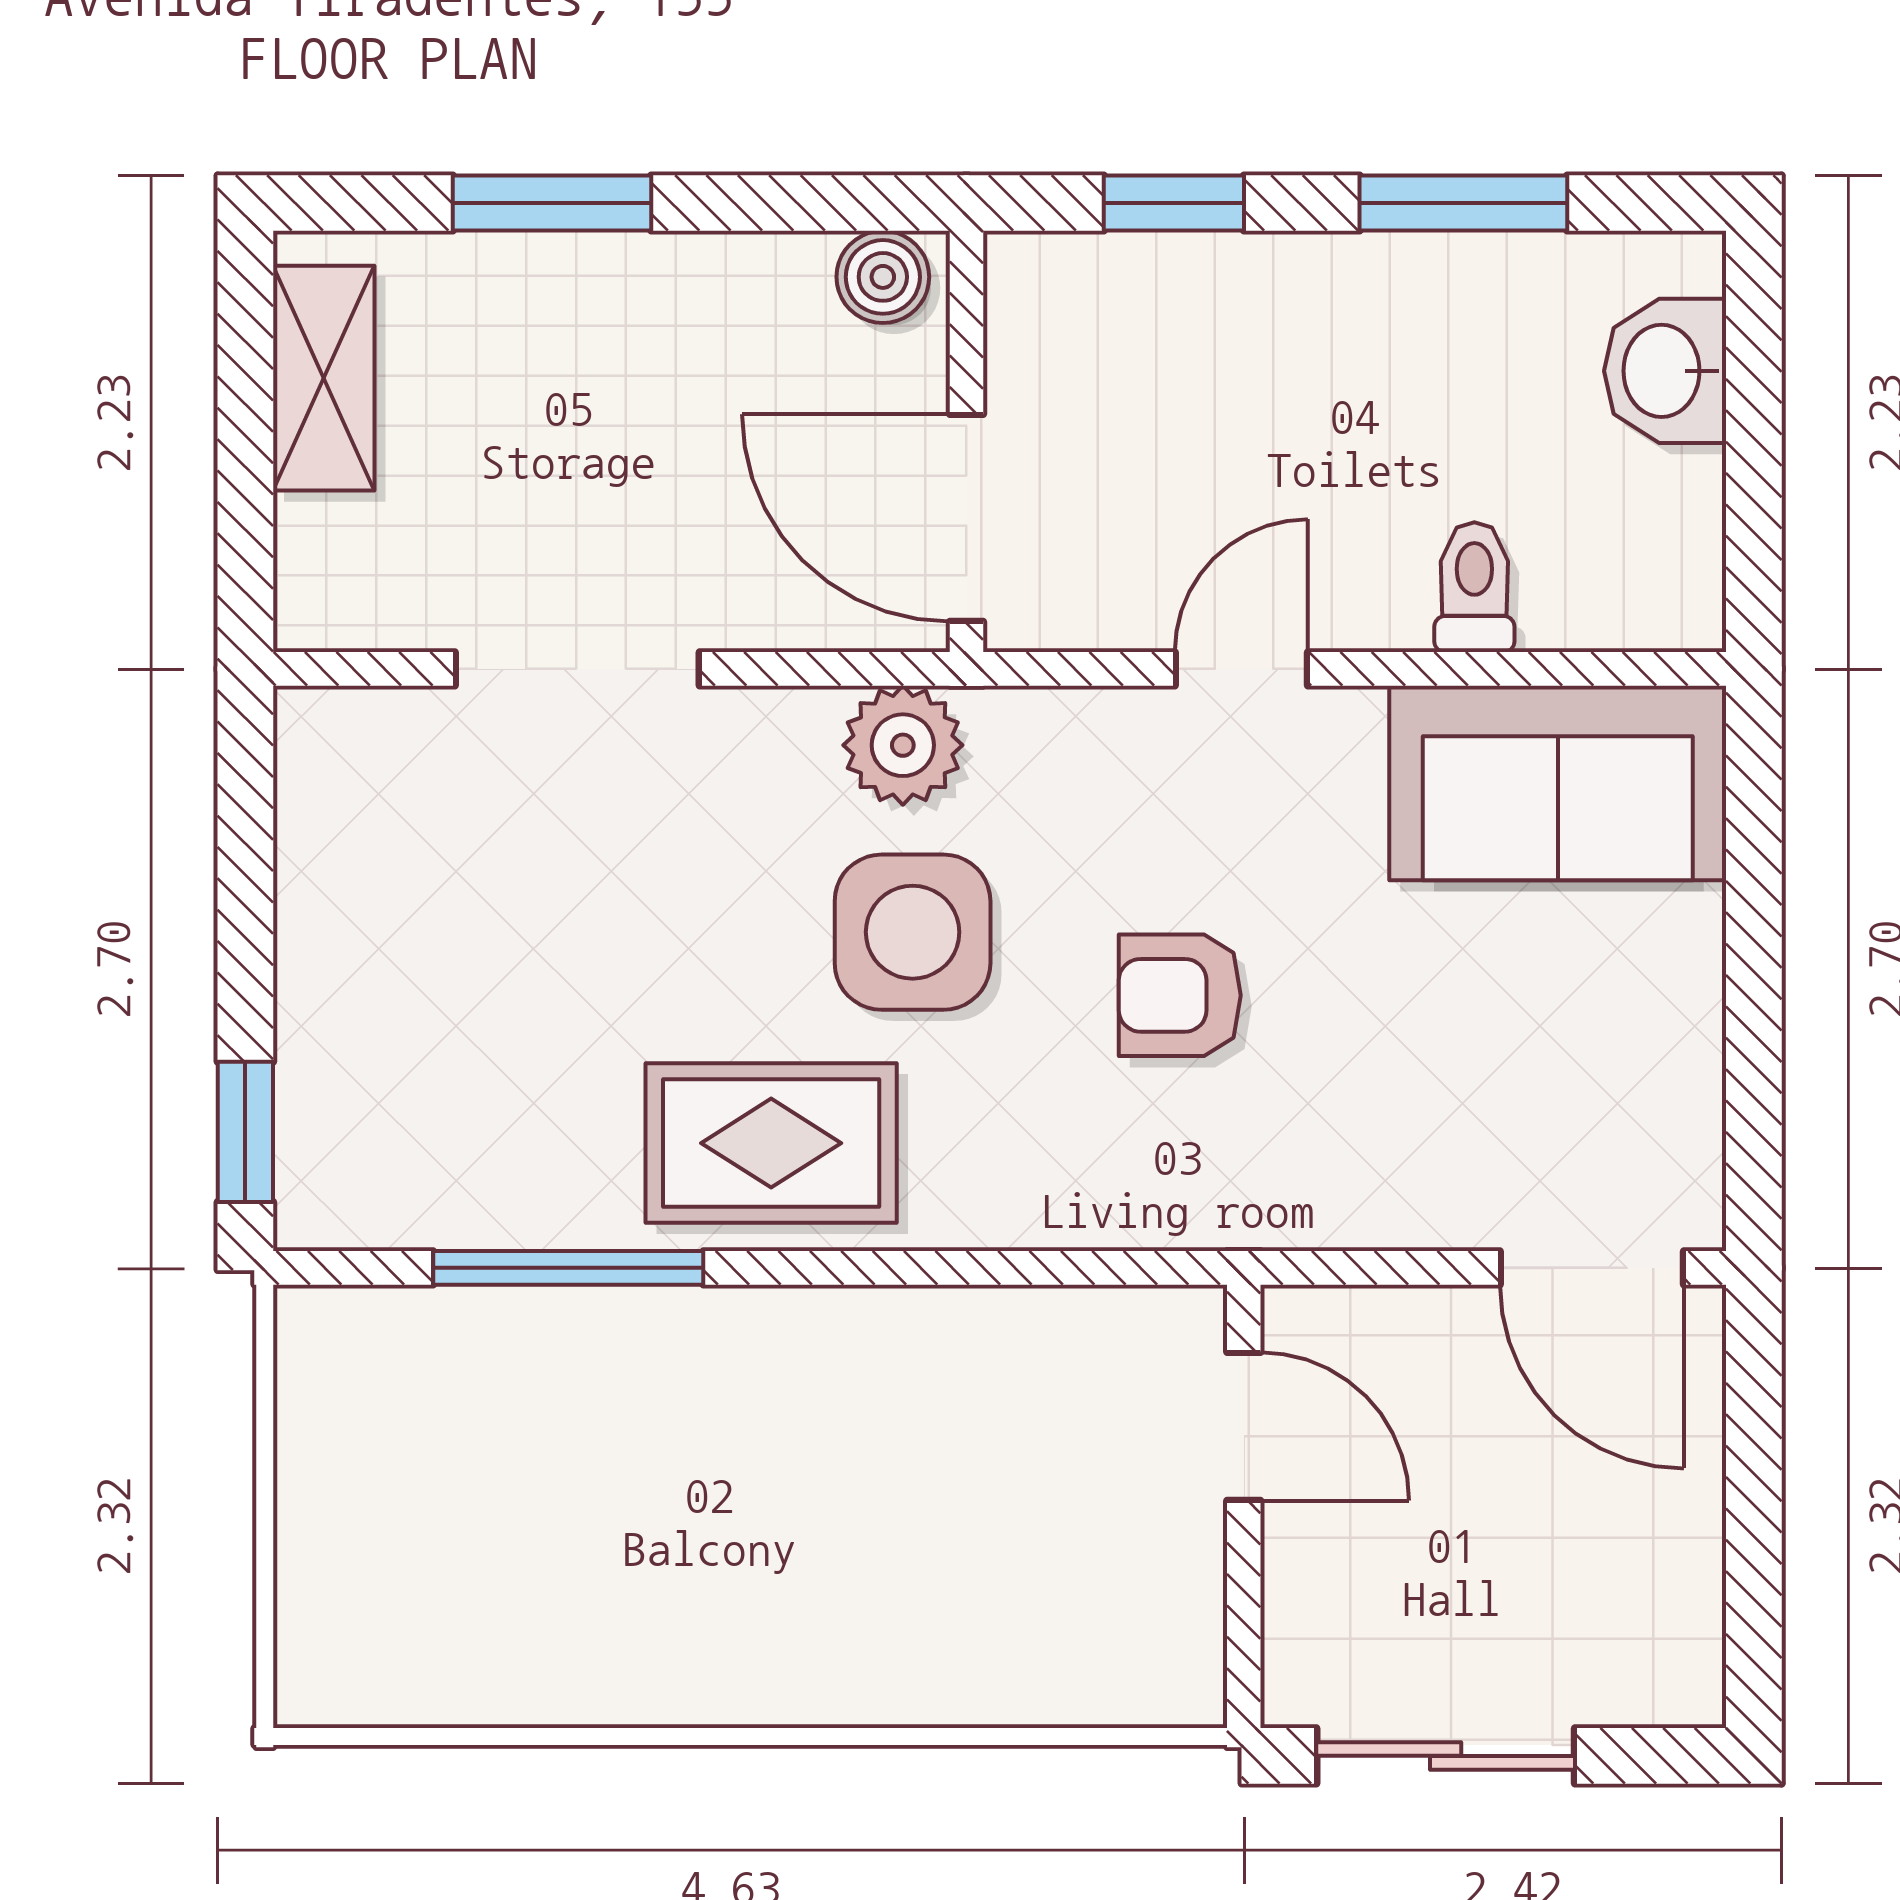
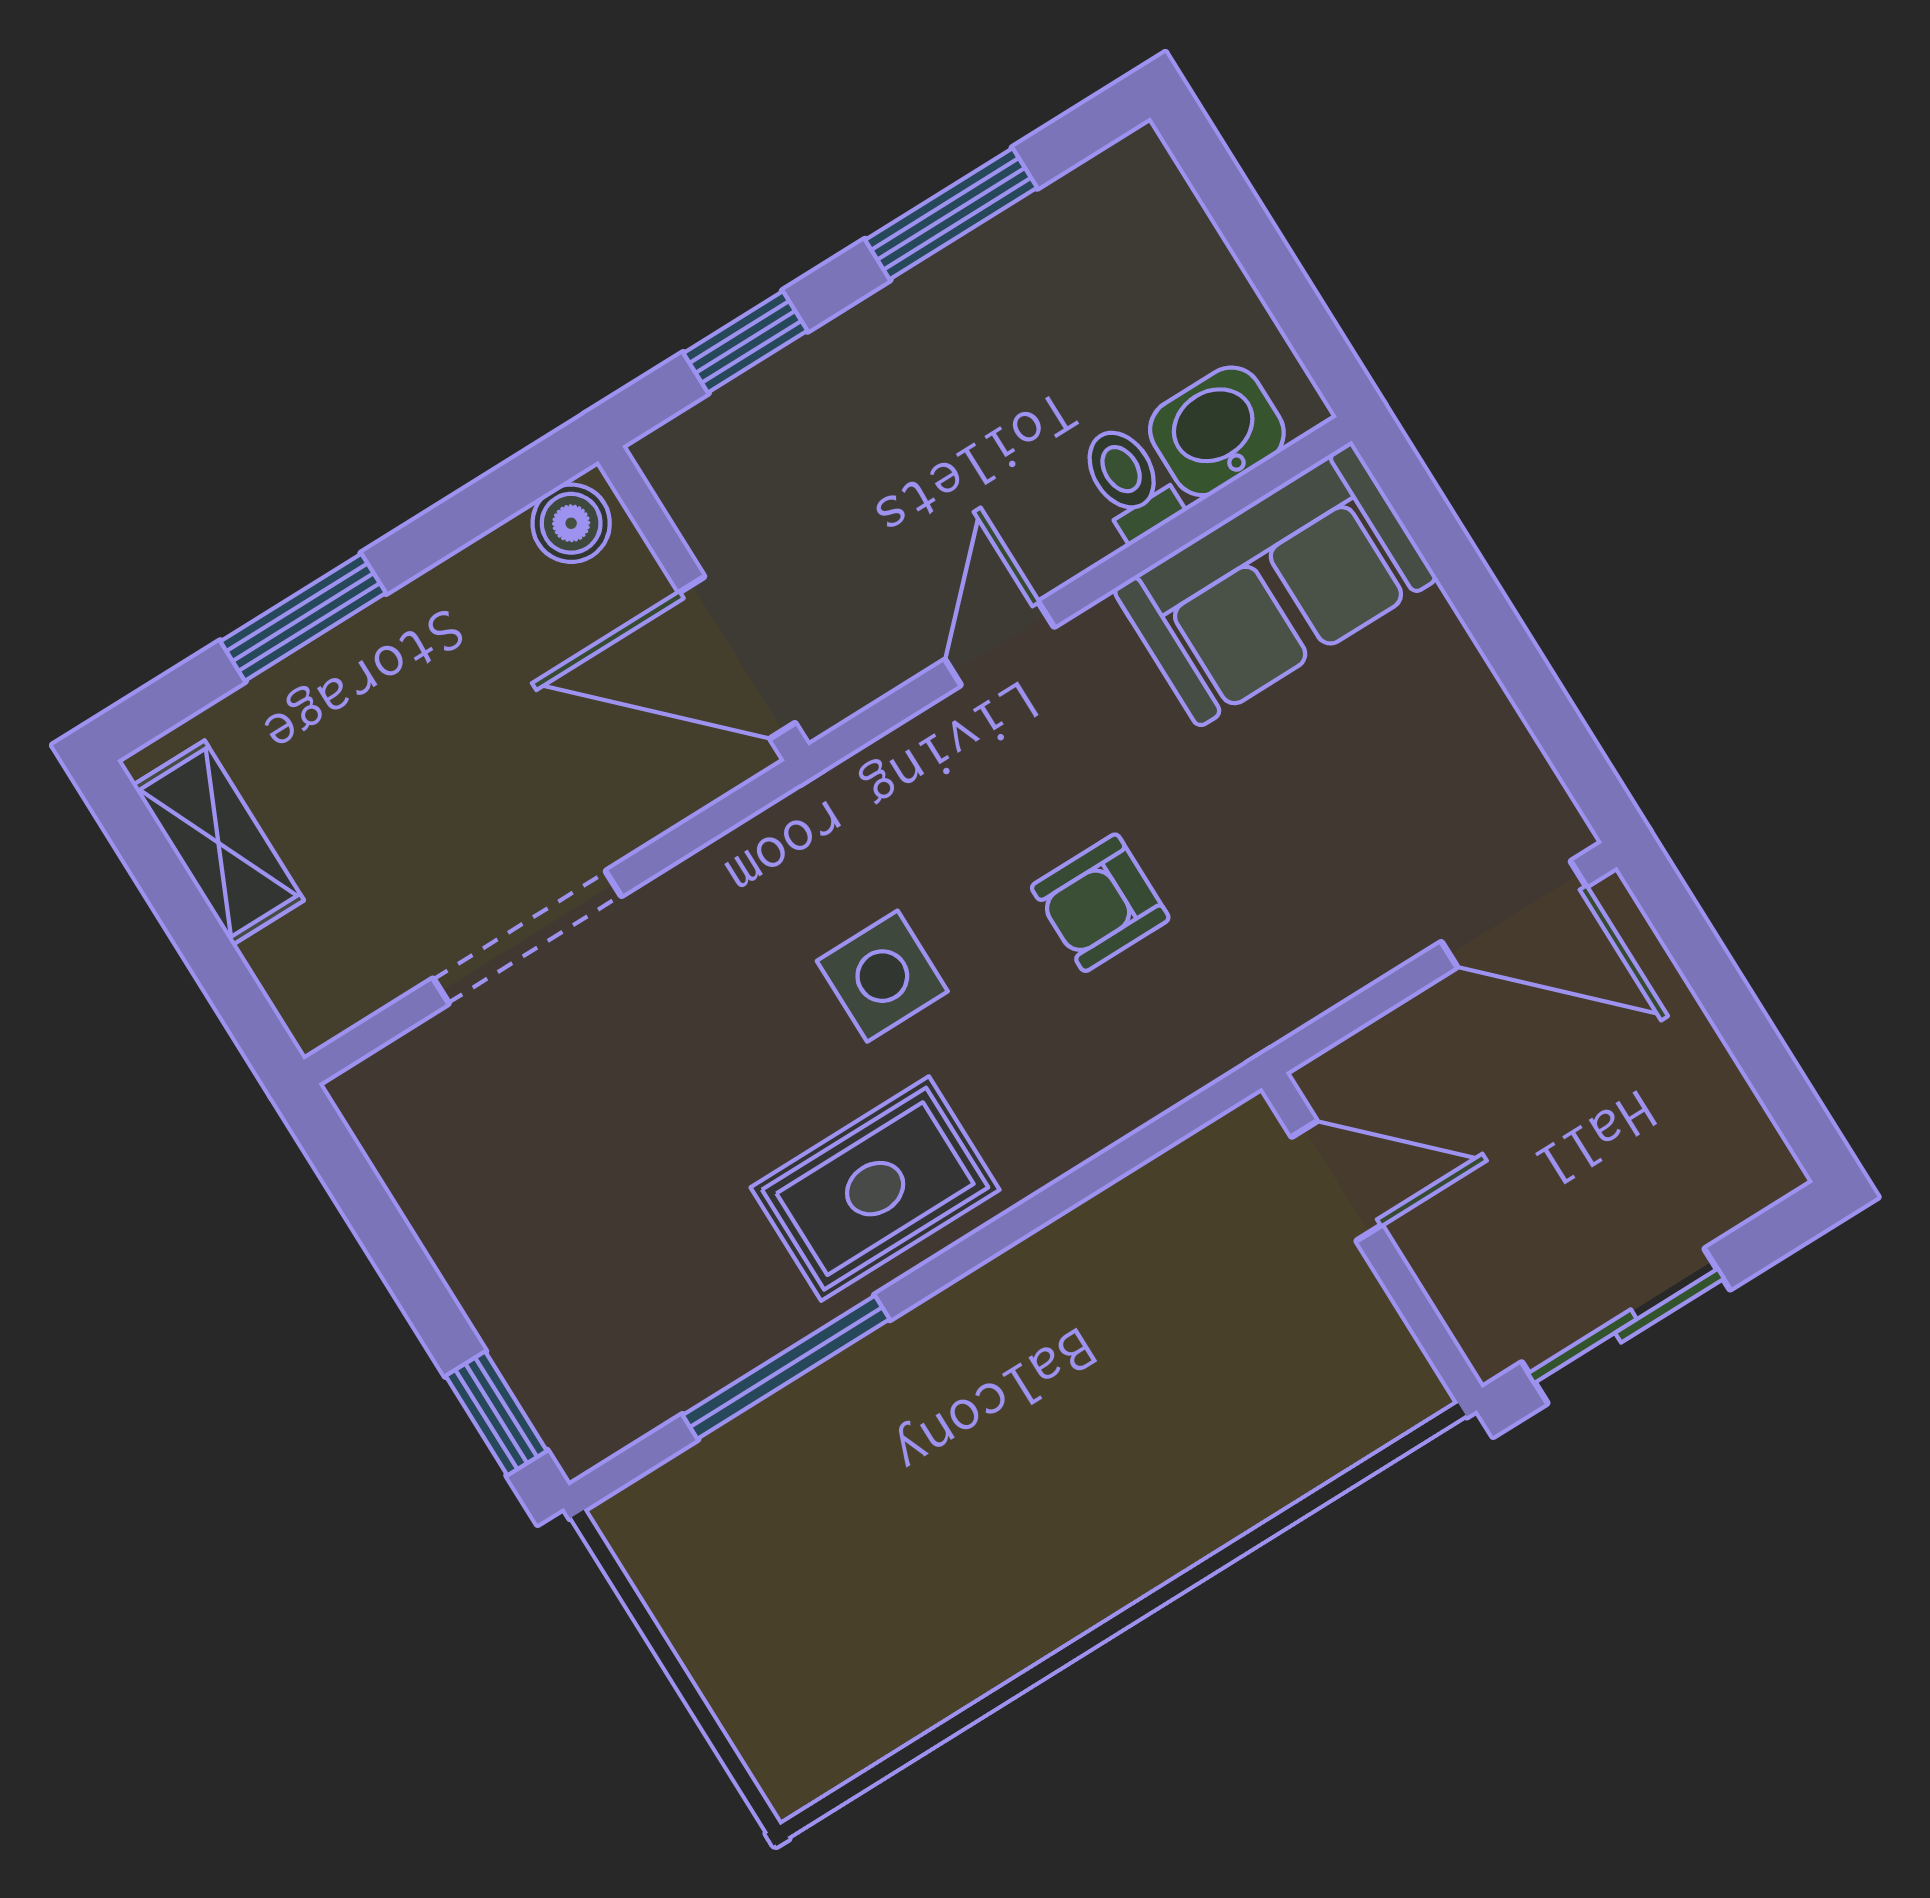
washbasin: (1665, 371) -> (1217, 431), moved, turned 90
plant: (903, 745) -> (793, 847), removed
side table: (913, 932) -> (882, 976), width x0.73, depth x0.73

